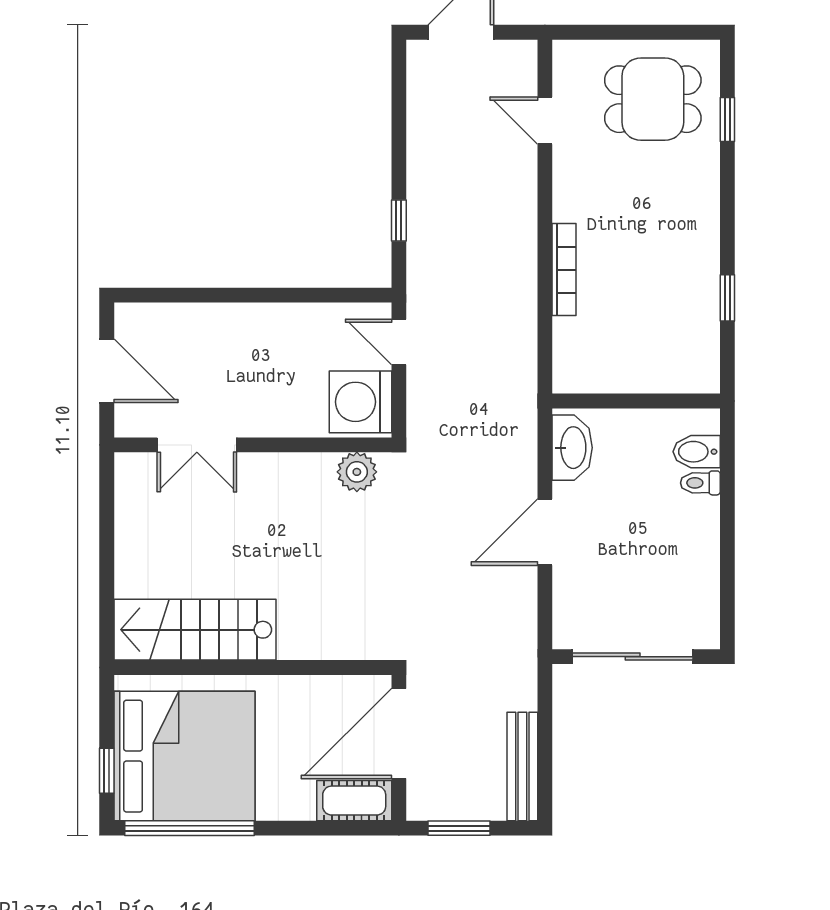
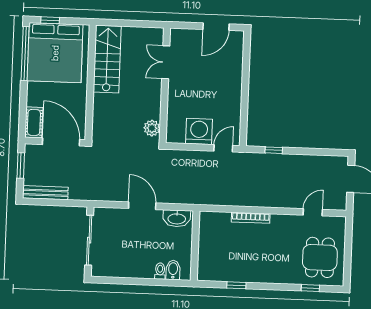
double door: (197, 445) -> (166, 62), moved
wall: (253, 445) -> (165, 85), moved
plant: (357, 472) -> (152, 128), moved

